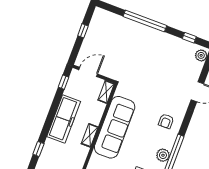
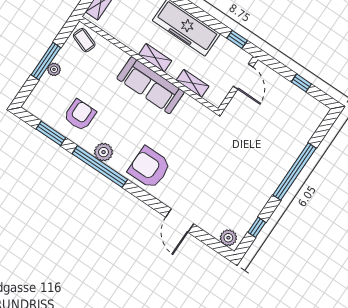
shelving: (106, 92) -> (193, 83), moved
armchair: (166, 121) -> (149, 168), width x1.88, depth x1.88
sofa: (115, 127) -> (151, 85), width x0.74, depth x0.79

